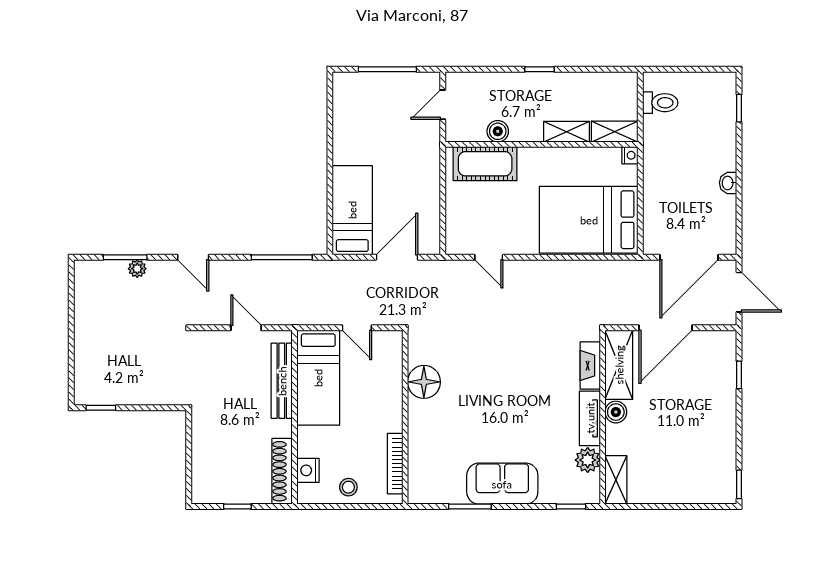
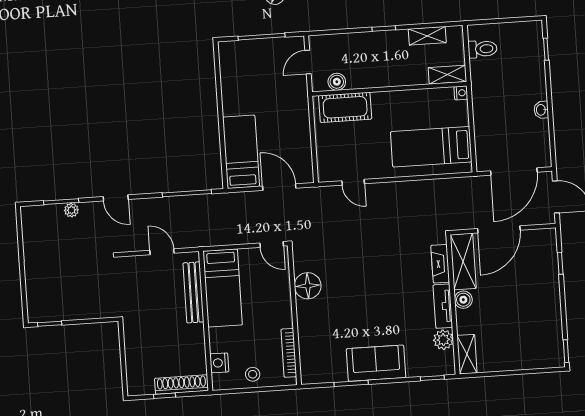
boiler: (498, 131) -> (337, 82), moved
shelving: (567, 132) -> (427, 36), moved
bed: (589, 220) -> (431, 147), width x0.67
door: (397, 257) -> (279, 187), hinge flipped
door: (357, 328) -> (272, 244), moved
shoe rack: (282, 471) -> (182, 385), moved, turned 90

